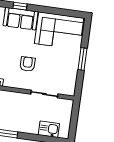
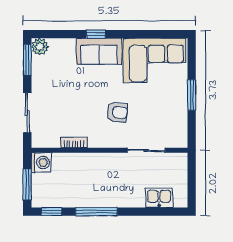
armchair: (28, 64) -> (117, 112), turned 95

